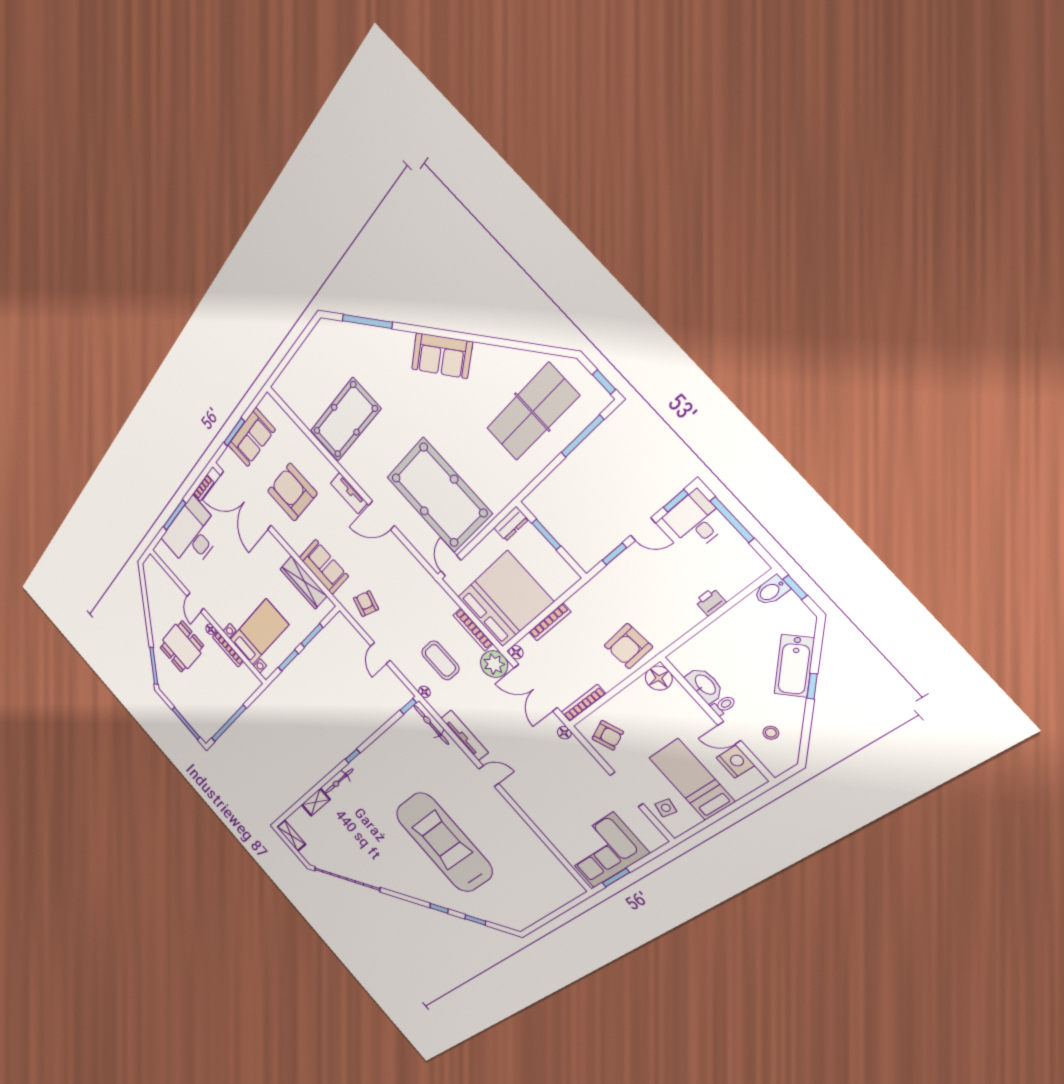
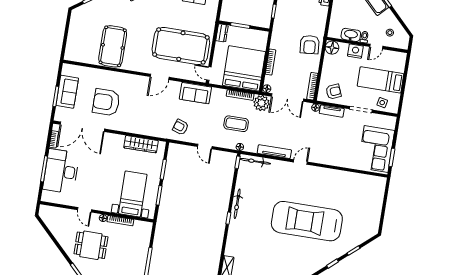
tv unit: (349, 493) -> (332, 111), moved
sofa: (324, 567) -> (195, 93), moved, turned 180
dining table: (182, 647) -> (91, 245), turned 90
nightstand: (735, 762) -> (355, 51), moved
bicycle: (339, 781) -> (237, 204), moved

